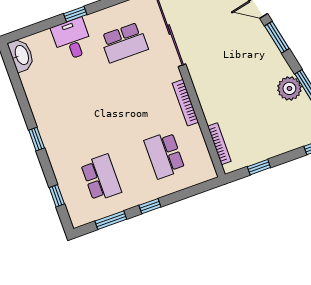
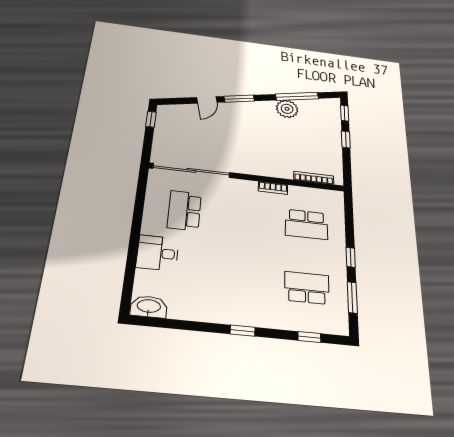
window: (75, 14) -> (134, 239), removed
school desk: (124, 42) -> (184, 211), turned 180
bookcase: (185, 103) -> (273, 188), width x0.64
window: (259, 167) -> (346, 139), moved

